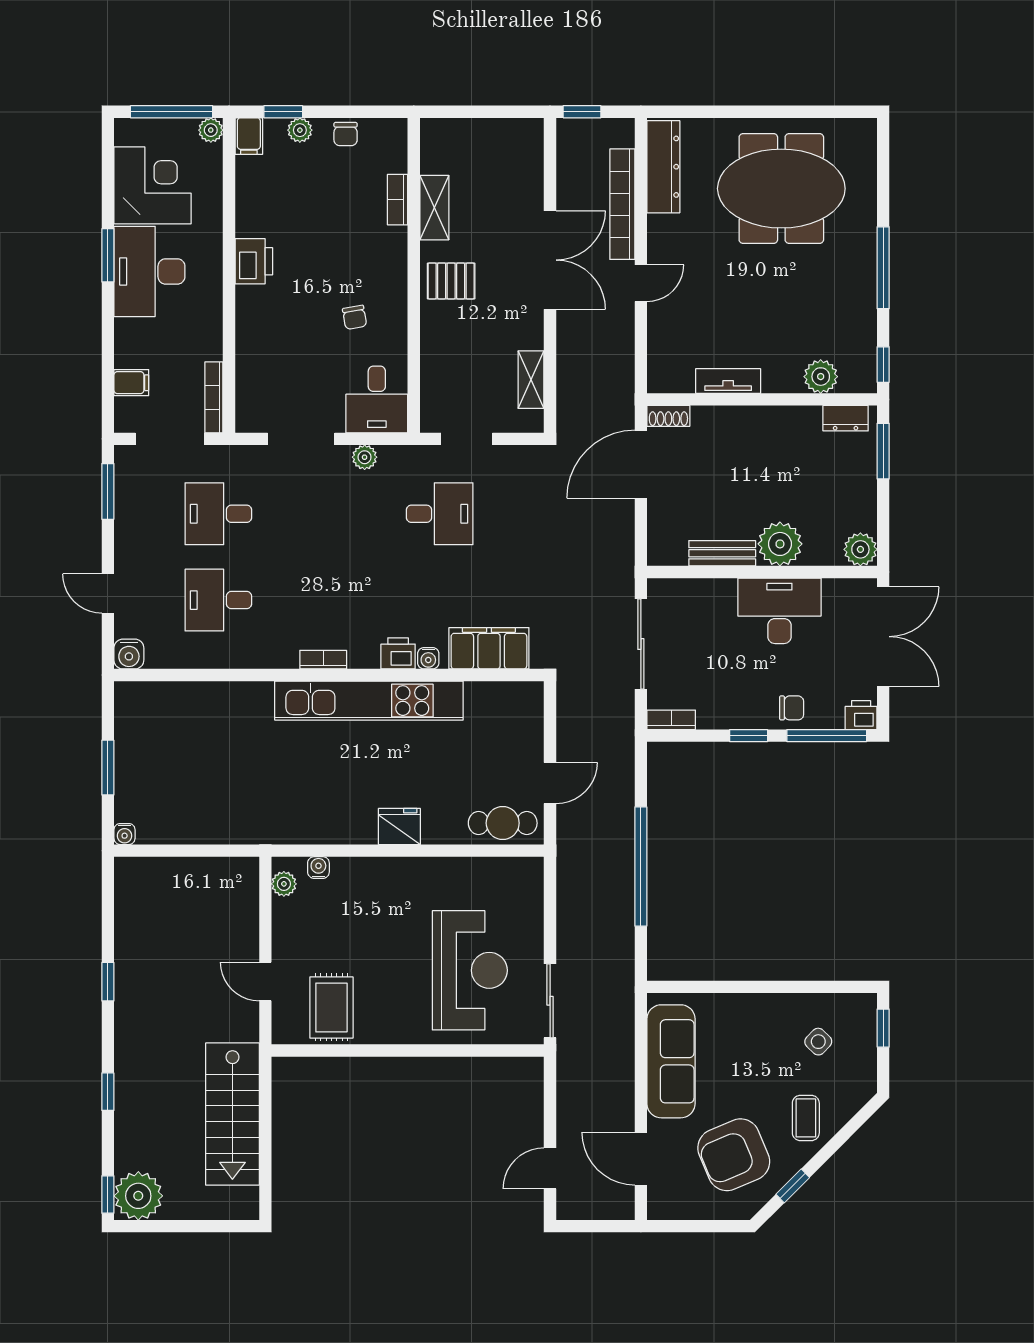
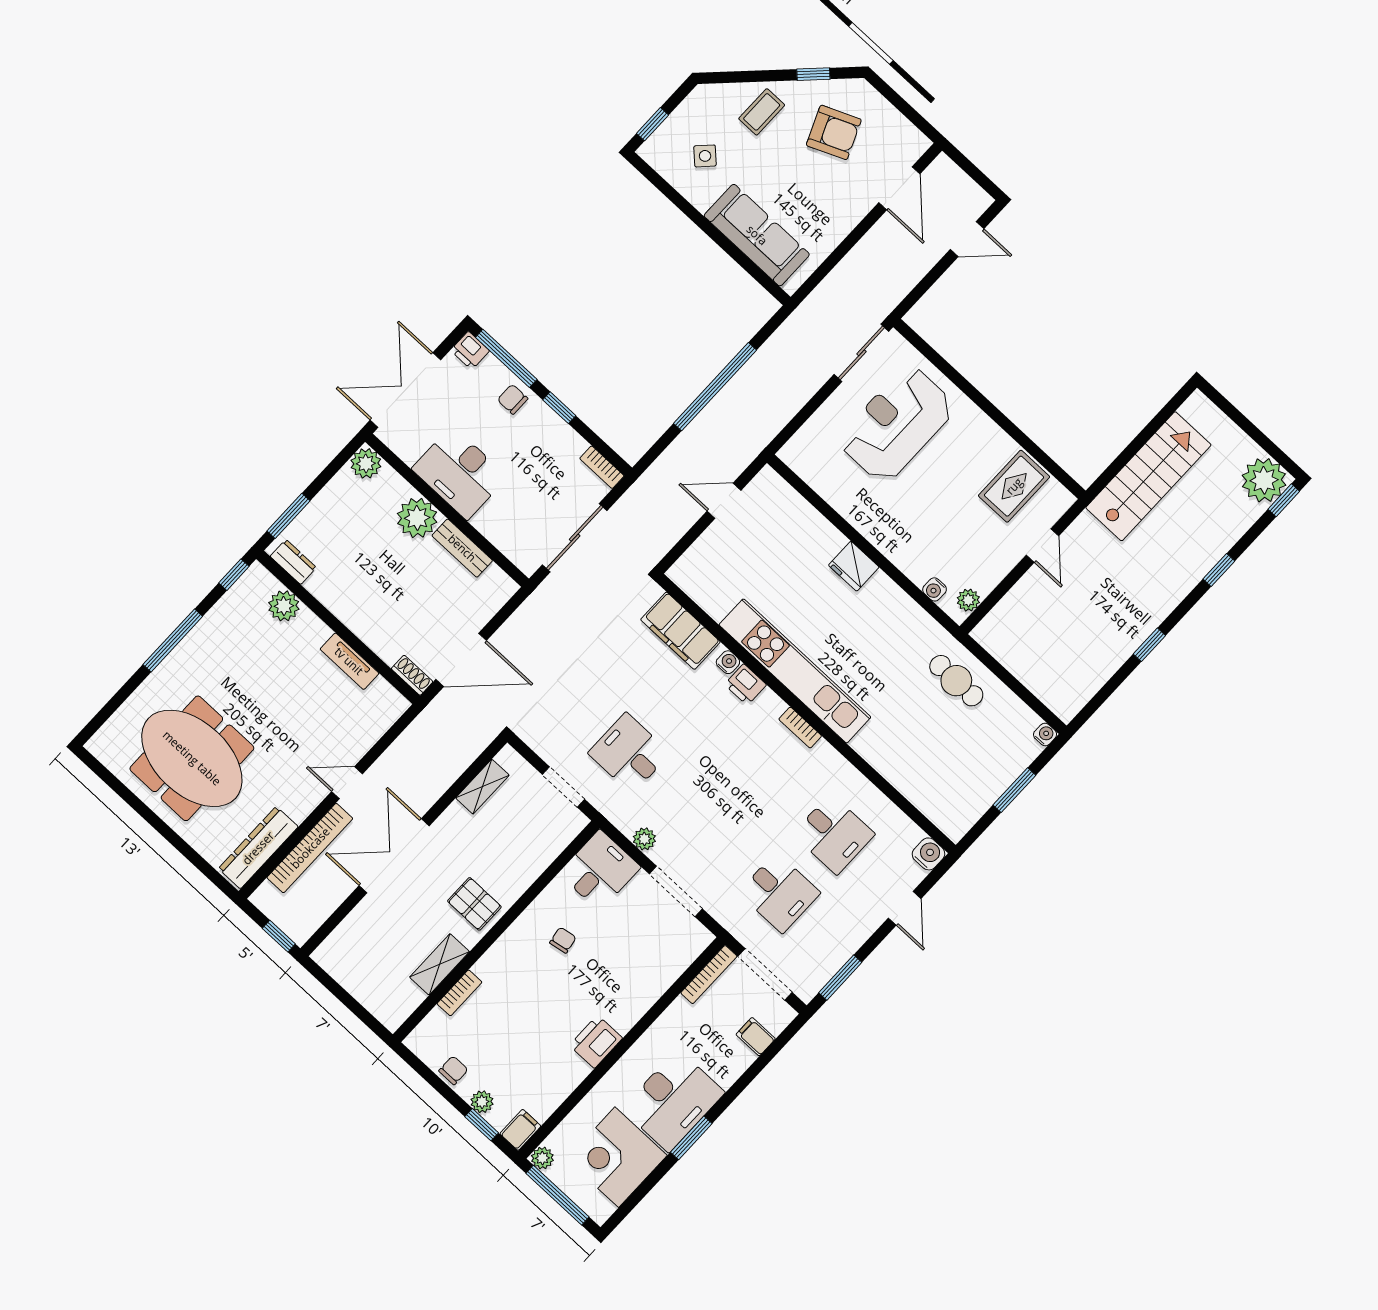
cafe table: (503, 823) -> (956, 681), moved
sofa: (671, 1061) -> (757, 235), moved, turned 90
armchair: (734, 1155) -> (834, 132), width x0.73, depth x0.73

